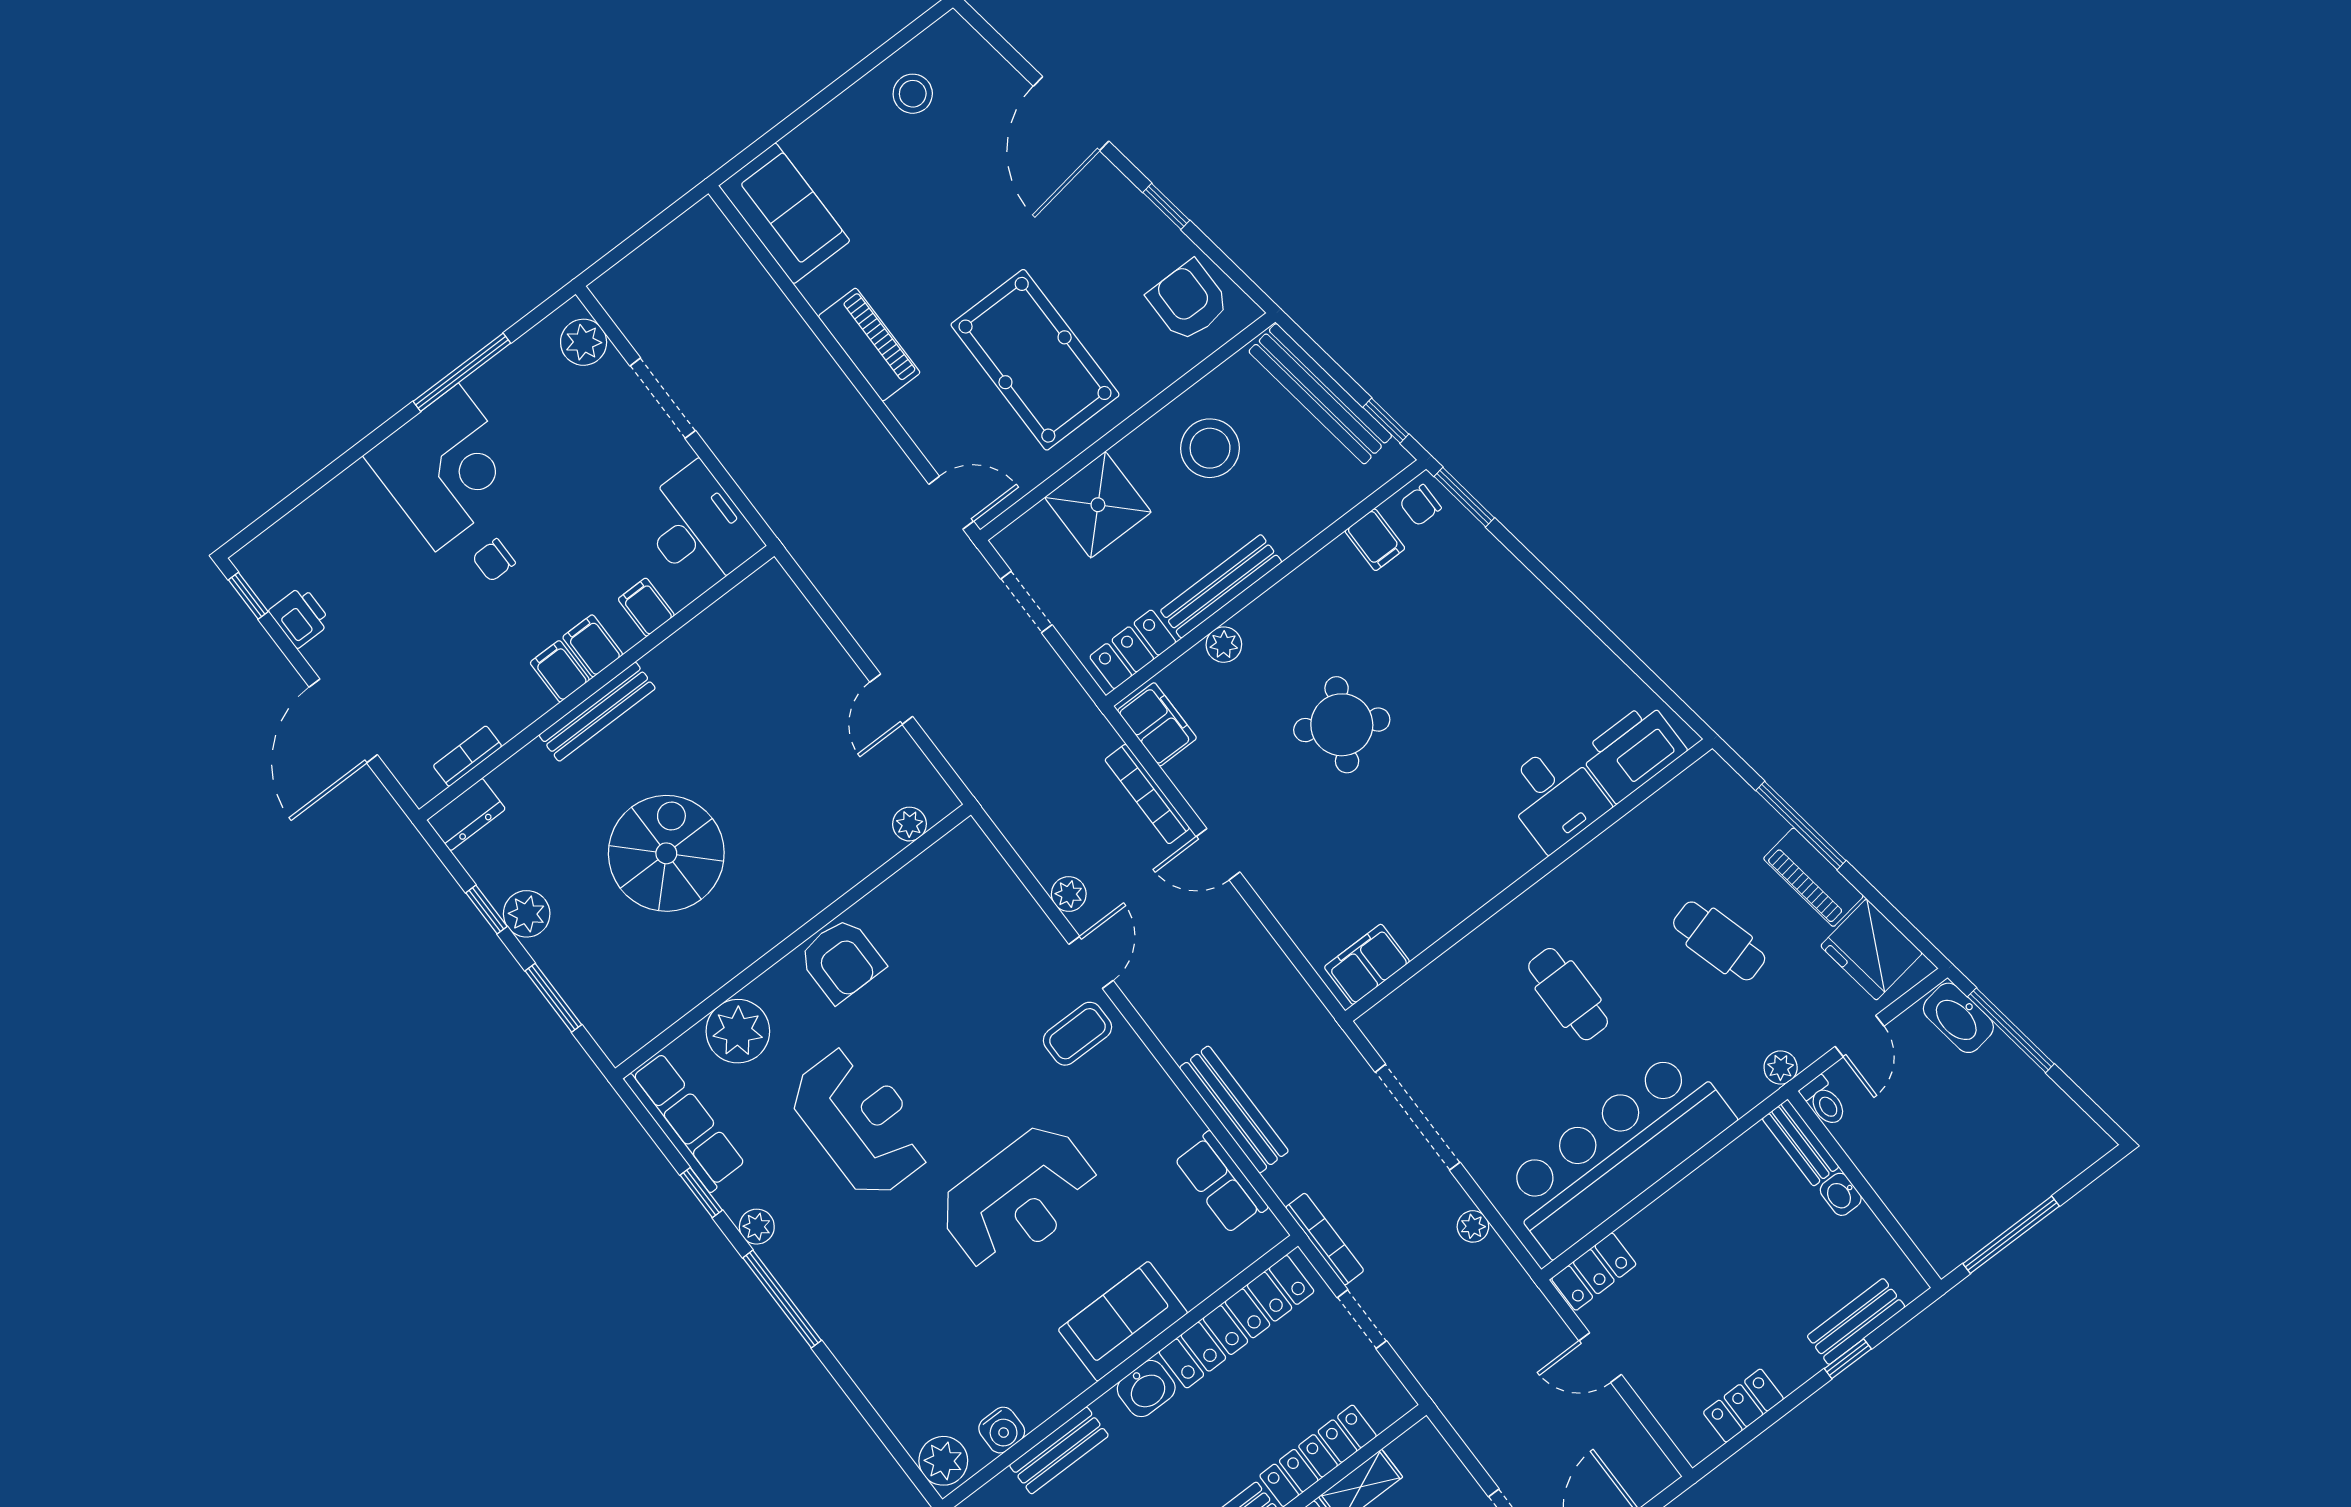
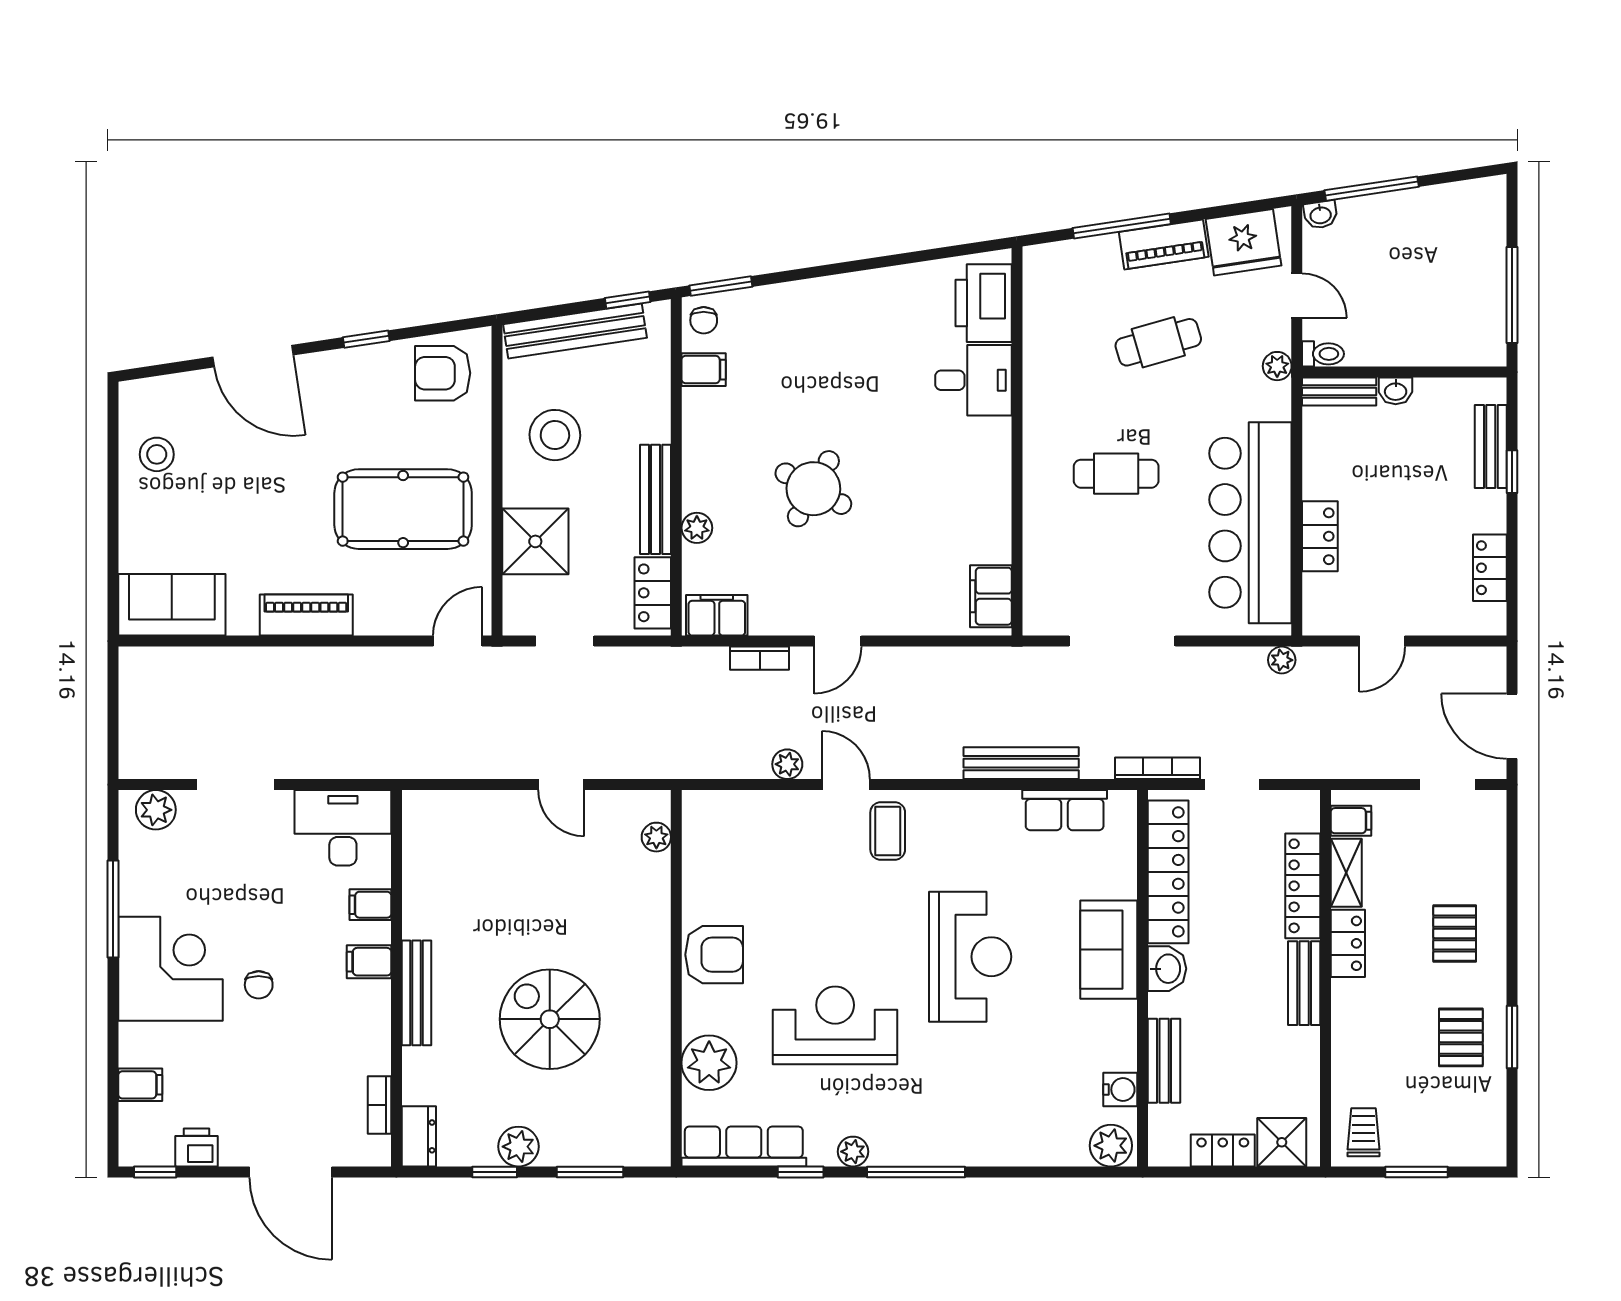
filing cabinet: (560, 671) -> (140, 1085), moved, turned 180
bookcase: (1147, 794) -> (760, 658), width x0.64
washbasin: (1958, 1018) -> (1321, 215), width x0.52, depth x0.69
plant: (1473, 1226) -> (1282, 660), moved
locker: (1594, 1272) -> (1320, 536), moved
filing cabinet: (1412, 1455) -> (1351, 821), added

